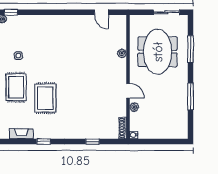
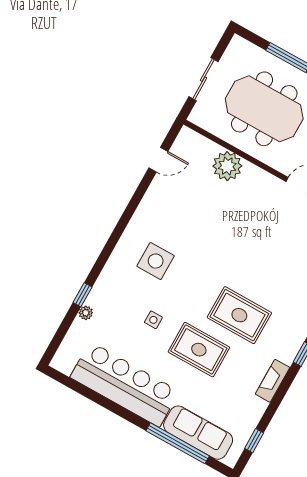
sliding door: (166, 12) -> (204, 79), moved
side table: (49, 40) -> (156, 261), added
plant: (122, 53) -> (227, 166), width x1.87, depth x1.87

